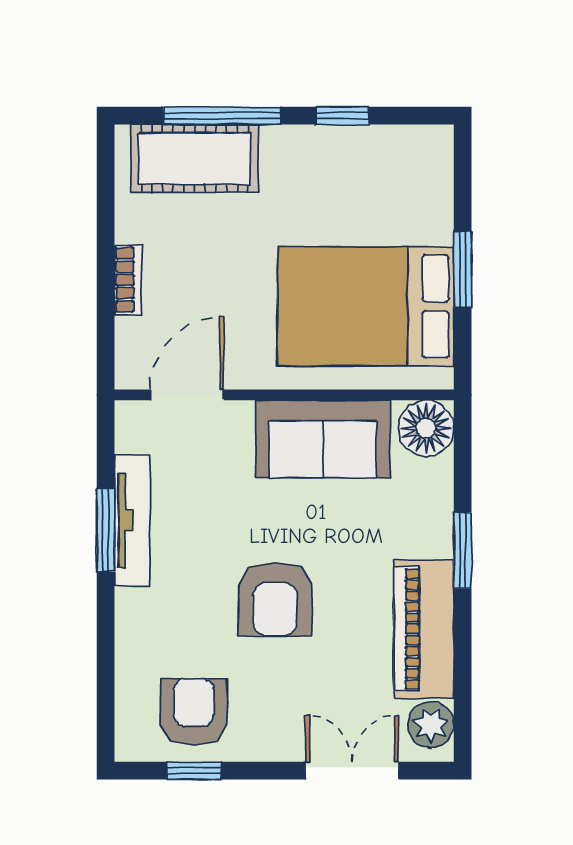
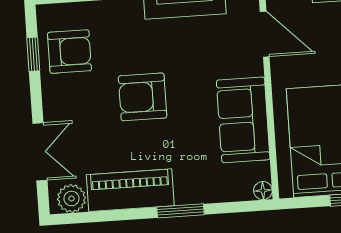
floor lamp: (426, 428) -> (263, 191), width x0.53, depth x0.53

